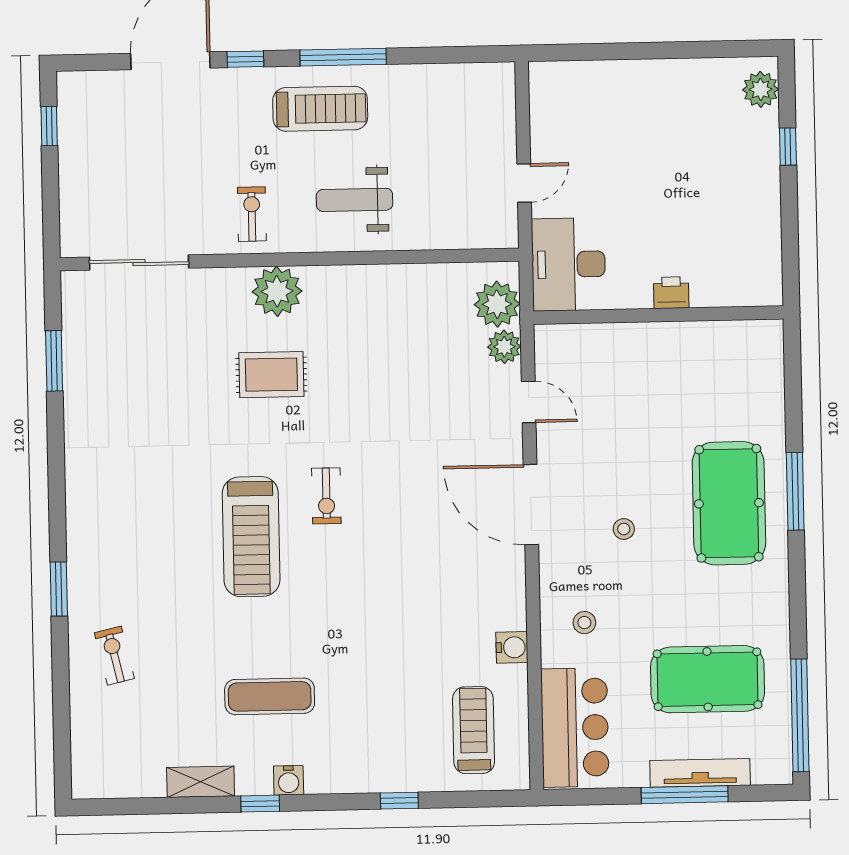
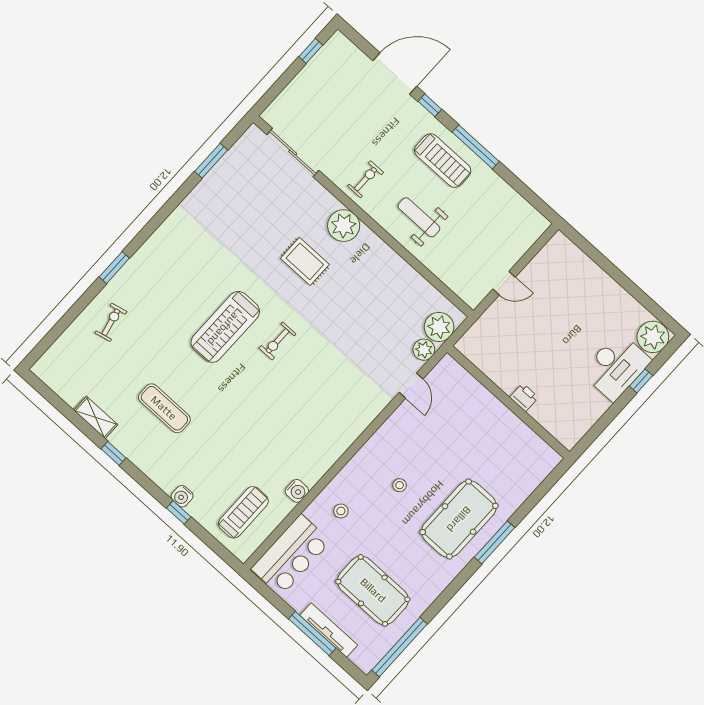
plant: (761, 89) -> (653, 337), width x1.36, depth x1.36
desk: (569, 264) -> (616, 367), moved, turned 180
door: (531, 505) -> (368, 434), removed
water cooler: (289, 780) -> (182, 496), moved

